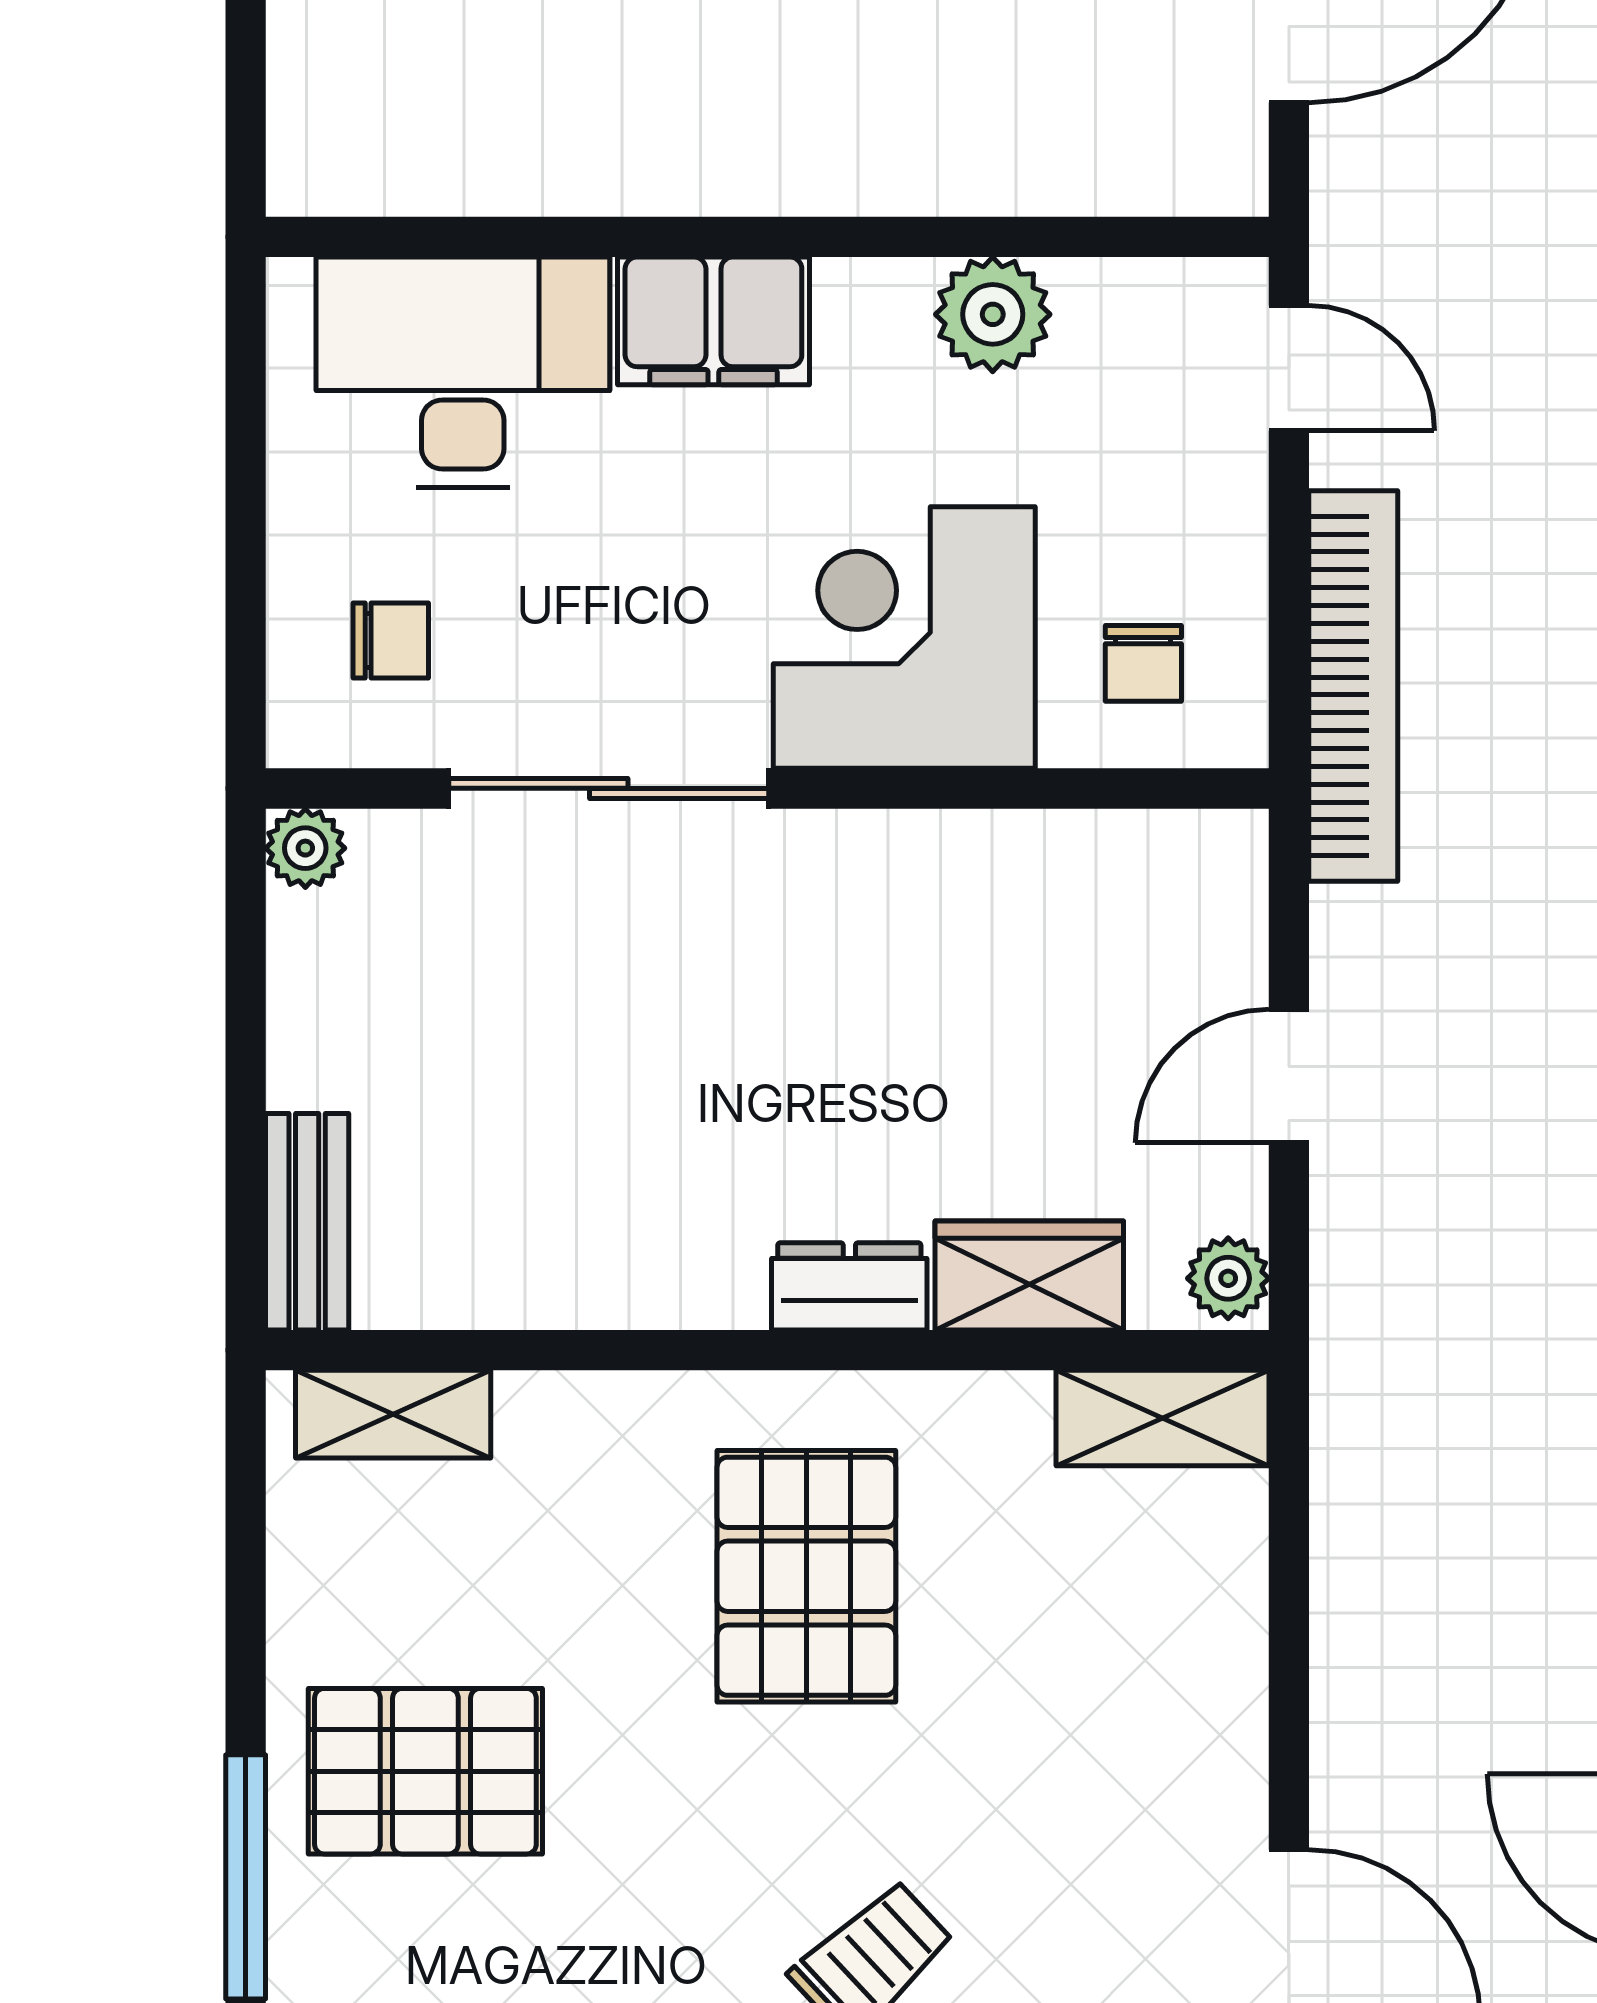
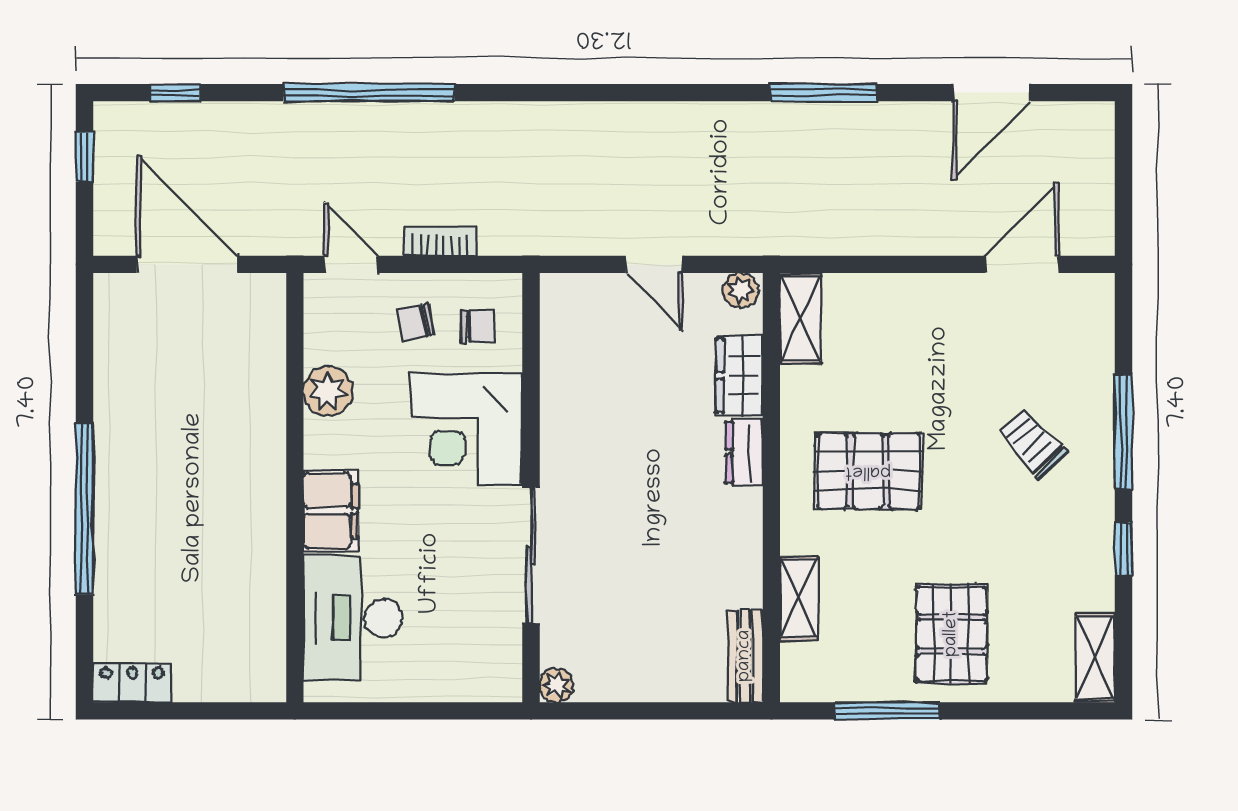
door: (1289, 368) -> (351, 264), hinge flipped
chair: (391, 641) -> (415, 322), moved, turned -102
bookcase: (1353, 686) -> (440, 241), width x0.43, depth x0.76
bench: (307, 1222) -> (745, 656), moved, turned 90
shelving: (393, 1414) -> (799, 598), moved
window: (246, 1877) -> (887, 711), moved

